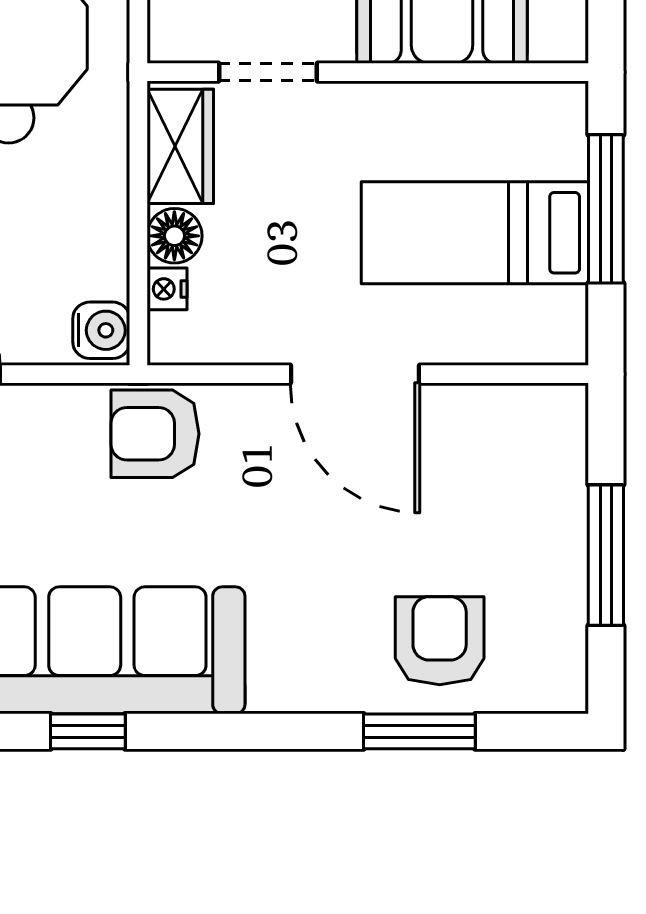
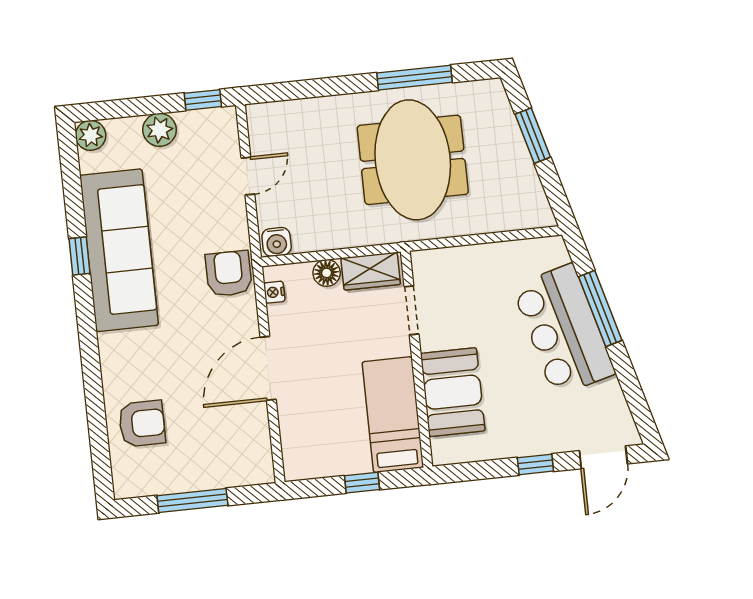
window: (606, 209) -> (362, 483), width x0.46
bed: (475, 233) -> (393, 415), moved
nightstand: (167, 289) -> (274, 292), moved, turned -90
window: (419, 731) -> (97, 418), removed

